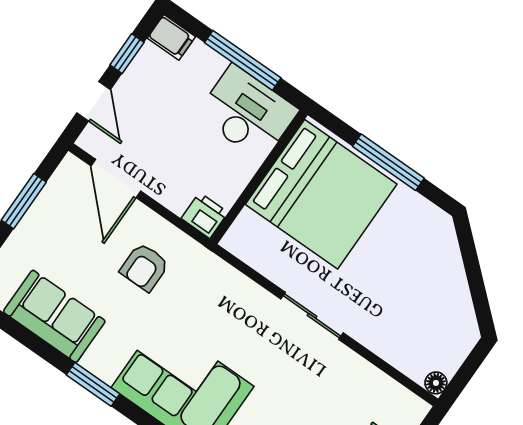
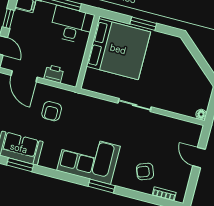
window: (388, 162) -> (143, 24), width x0.69
printer: (205, 215) -> (54, 74), moved
window: (93, 384) -> (20, 165), moved

